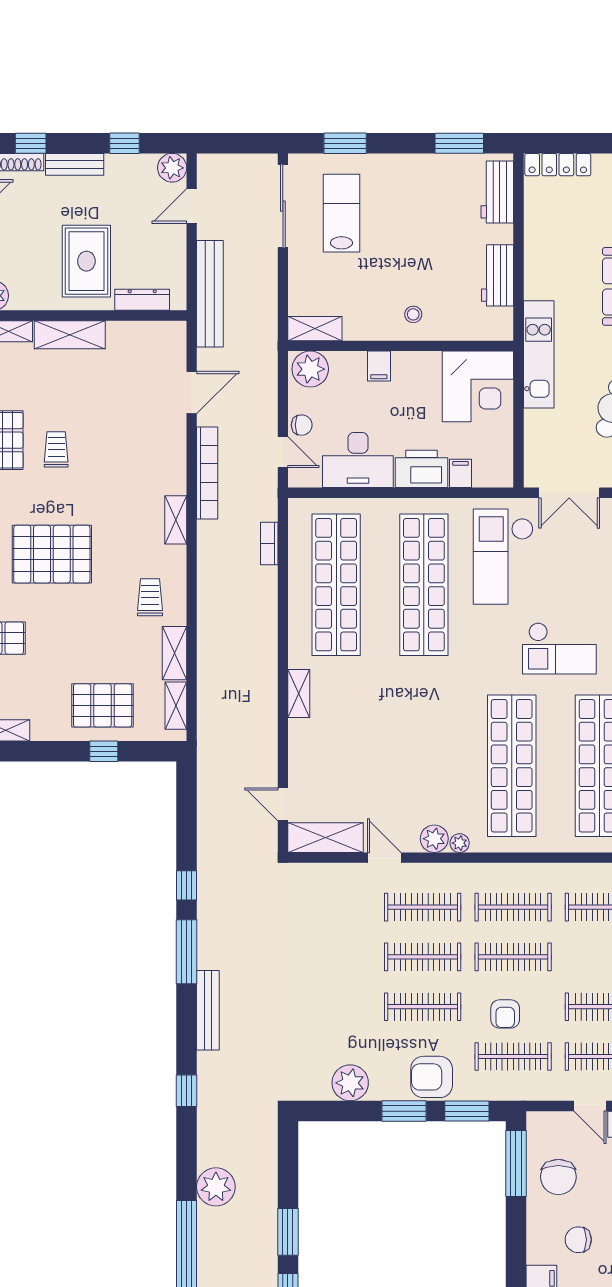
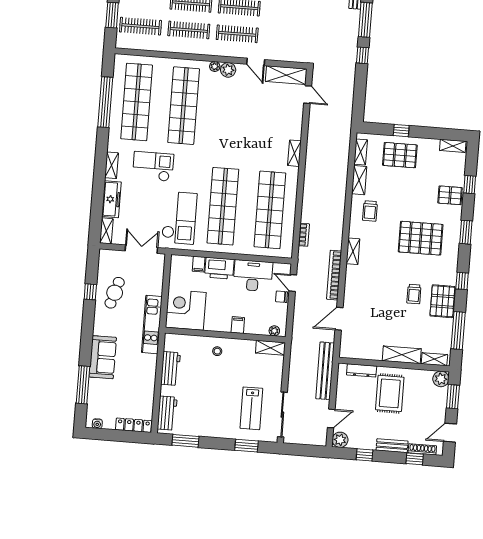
plant: (310, 369) -> (274, 331), width x0.53, depth x0.53

